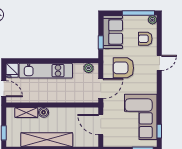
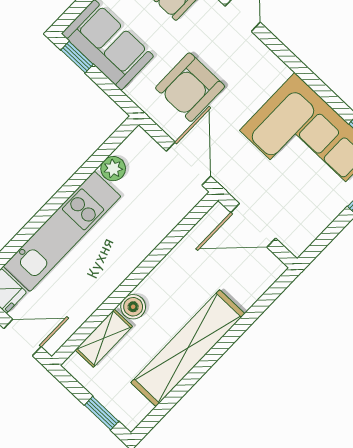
window: (101, 42) -> (77, 57), moved
plant: (89, 68) -> (113, 169), moved

